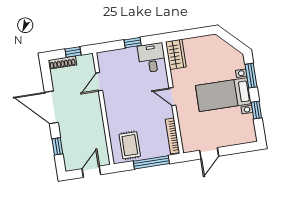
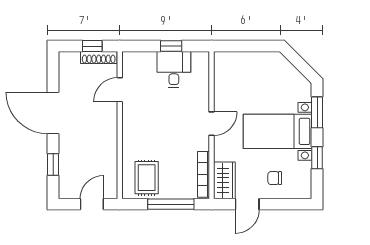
wardrobe: (176, 54) -> (224, 180), moved
desk: (152, 58) -> (174, 69), moved
shoe rack: (62, 63) -> (99, 57), moved
door: (172, 97) -> (212, 124), swing flipped
chair: (227, 130) -> (275, 178), added

